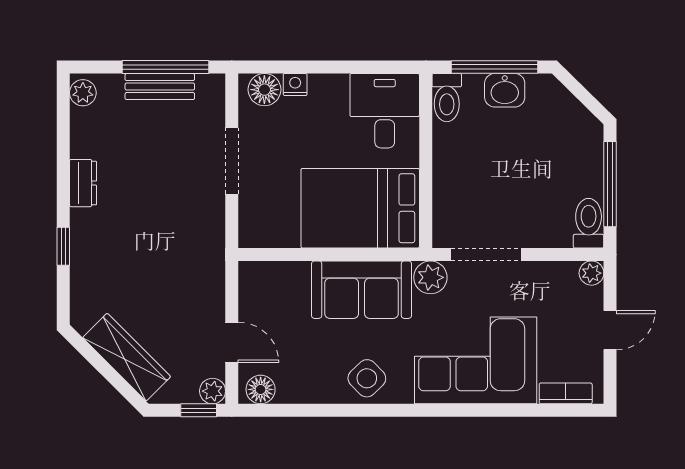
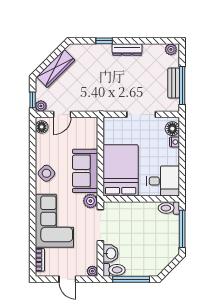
washbasin: (505, 90) -> (111, 253), moved, turned 180
dresser: (83, 183) -> (127, 50), width x1.44

